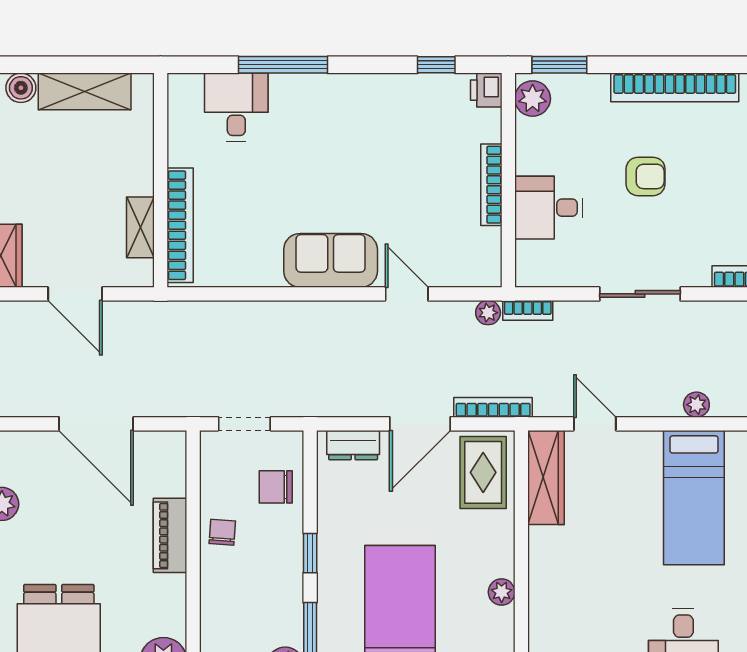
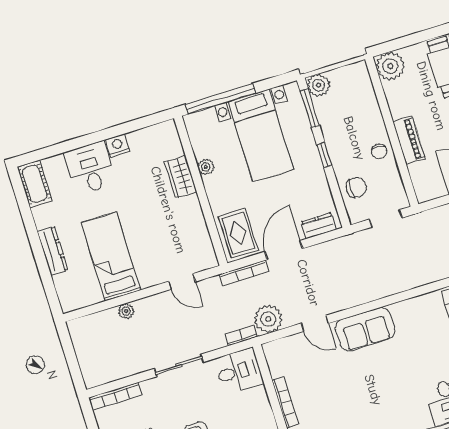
desk: (549, 208) -> (239, 371), moved
plant: (488, 313) -> (268, 319), width x1.87, depth x1.87
wardrobe: (546, 477) -> (181, 177), moved, width x0.67

